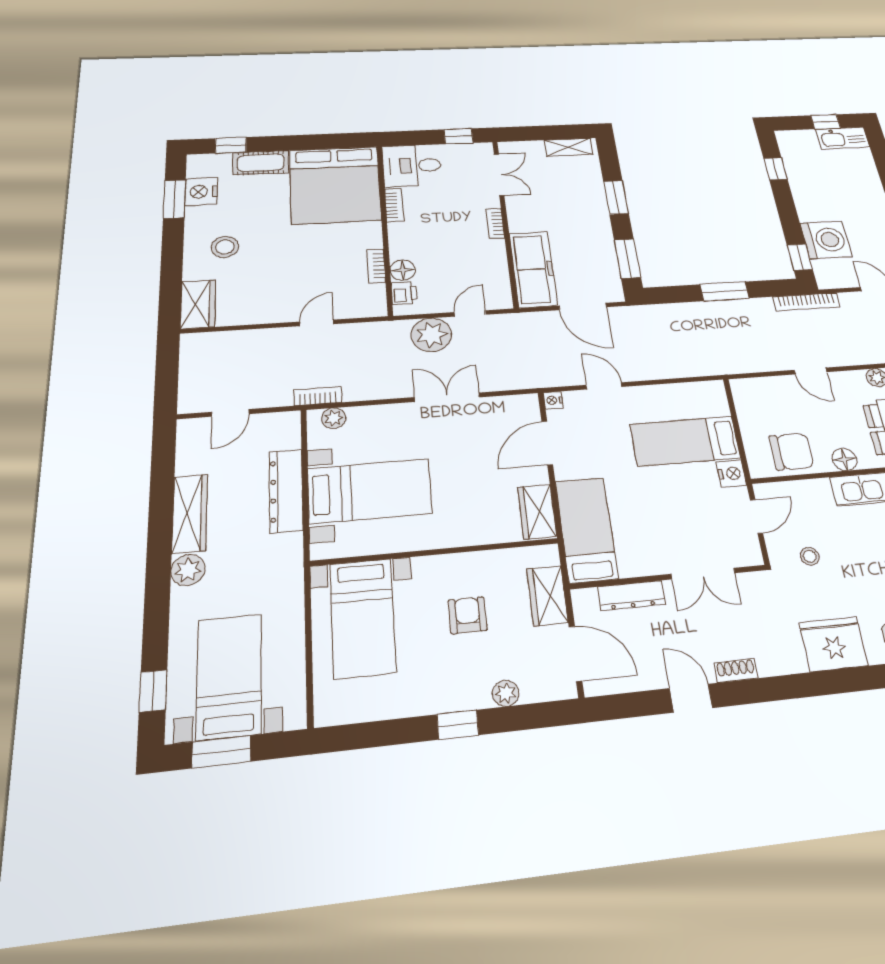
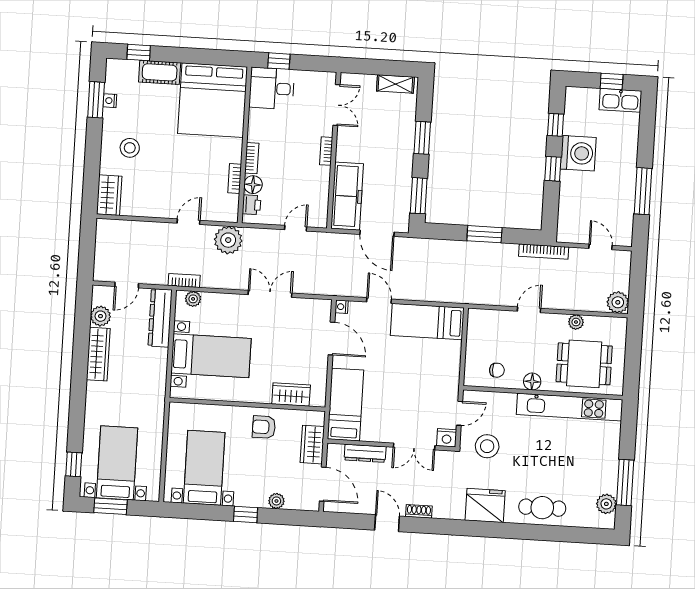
window: (458, 136) -> (279, 61), moved
nightstand: (201, 192) -> (110, 101), width x0.53, depth x0.56
bookcase: (394, 205) -> (252, 158), moved
washing machine: (826, 240) -> (578, 153), moved
window: (800, 257) -> (553, 169), moved
plant: (431, 335) -> (228, 240), moved
door: (810, 371) -> (529, 310), swing flipped
bed: (685, 441) -> (427, 322), moved
door: (547, 443) -> (332, 339), swing flipped
chair: (791, 452) -> (497, 370), width x0.54, depth x0.54
nightstand: (731, 474) -> (447, 438), moved, turned 90
dresser: (286, 491) -> (160, 318), moved
wardrobe: (537, 512) -> (291, 394), moved, turned 90
stool: (810, 556) -> (487, 446), width x1.89, depth x1.89
plant: (188, 570) -> (101, 316), moved
armchair: (468, 615) -> (264, 427), moved, turned -90
bed with nightstands: (363, 617) -> (204, 468), moved, turned 180

